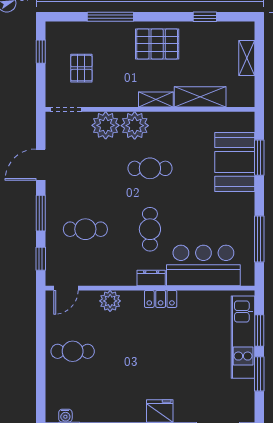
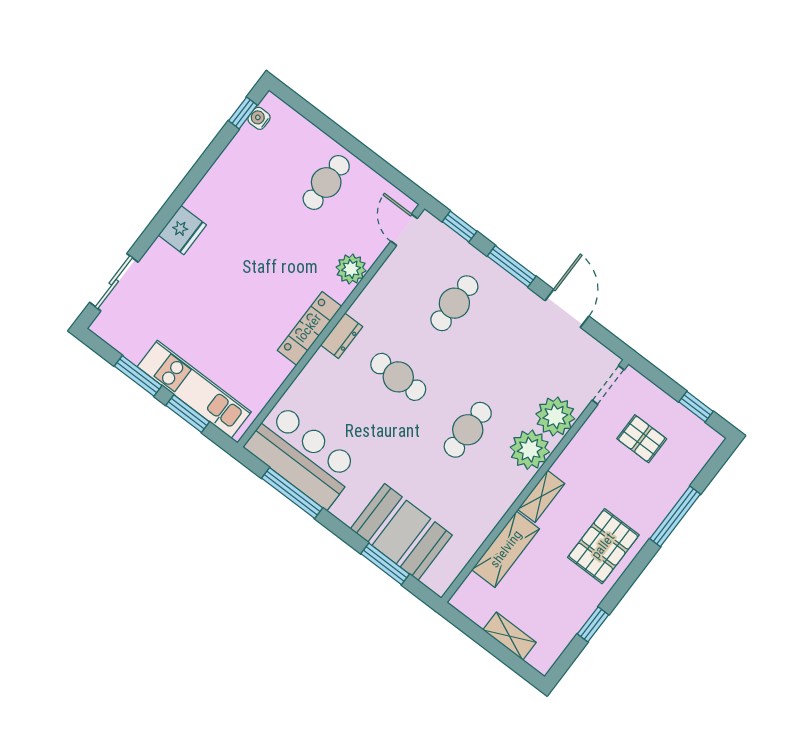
bar counter: (203, 266) -> (303, 456), moved, turned -90
locker: (161, 299) -> (309, 328), width x1.53

